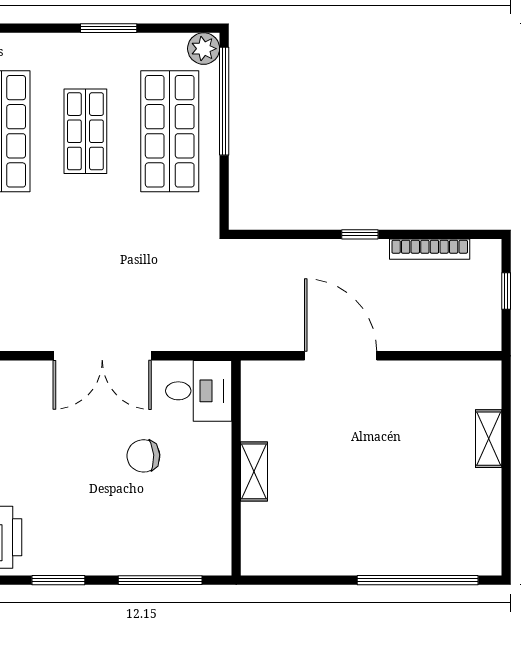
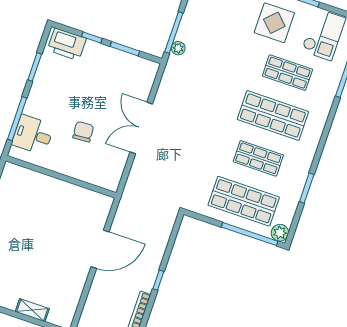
desk: (199, 391) -> (33, 135), moved, turned 90
shelving: (254, 471) -> (56, 185), removed

